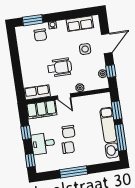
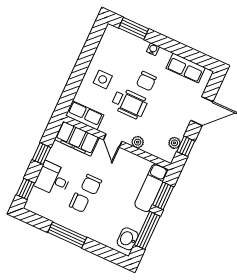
chair: (40, 35) -> (146, 81), moved
side table: (85, 49) -> (103, 79), moved
exam couch: (108, 125) -> (151, 188), moved

